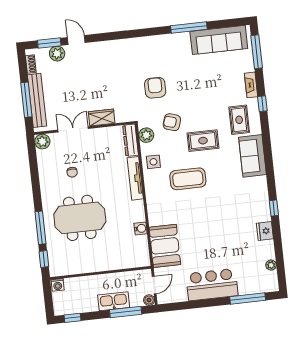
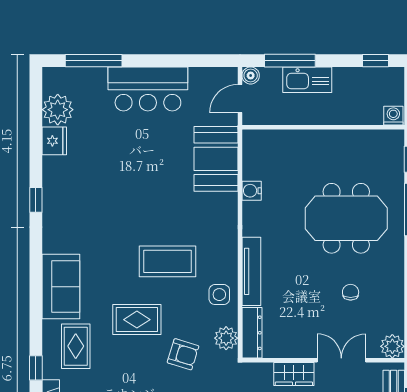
double door: (73, 129) -> (341, 360), swing flipped
fridge: (265, 231) -> (54, 141), moved
plant: (271, 265) -> (58, 110), width x1.88, depth x1.88

